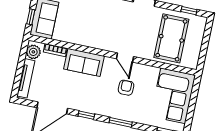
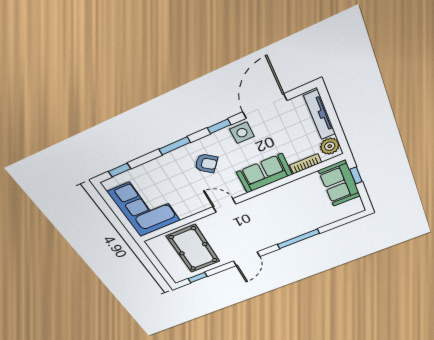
armchair: (126, 88) -> (206, 163), moved, turned -51
side table: (77, 101) -> (242, 133), added

